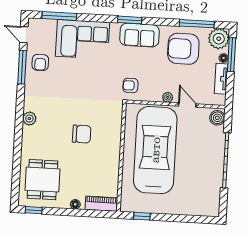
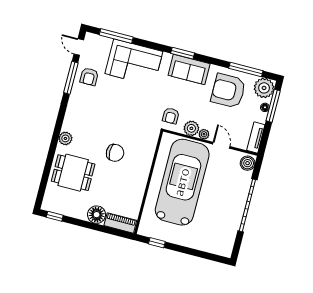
tv unit: (221, 79) -> (256, 137), moved
armchair: (130, 85) -> (171, 116), turned -90
plant: (154, 94) -> (191, 128), added
plant: (29, 119) -> (65, 138), moved
dining table: (43, 180) -> (73, 173), moved, turned 90
floor lamp: (75, 204) -> (97, 215), width x1.89, depth x1.89

